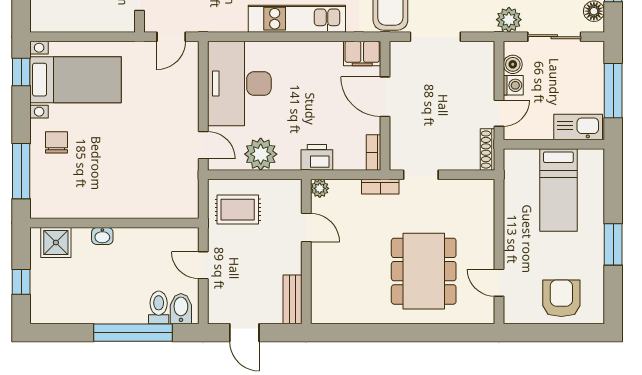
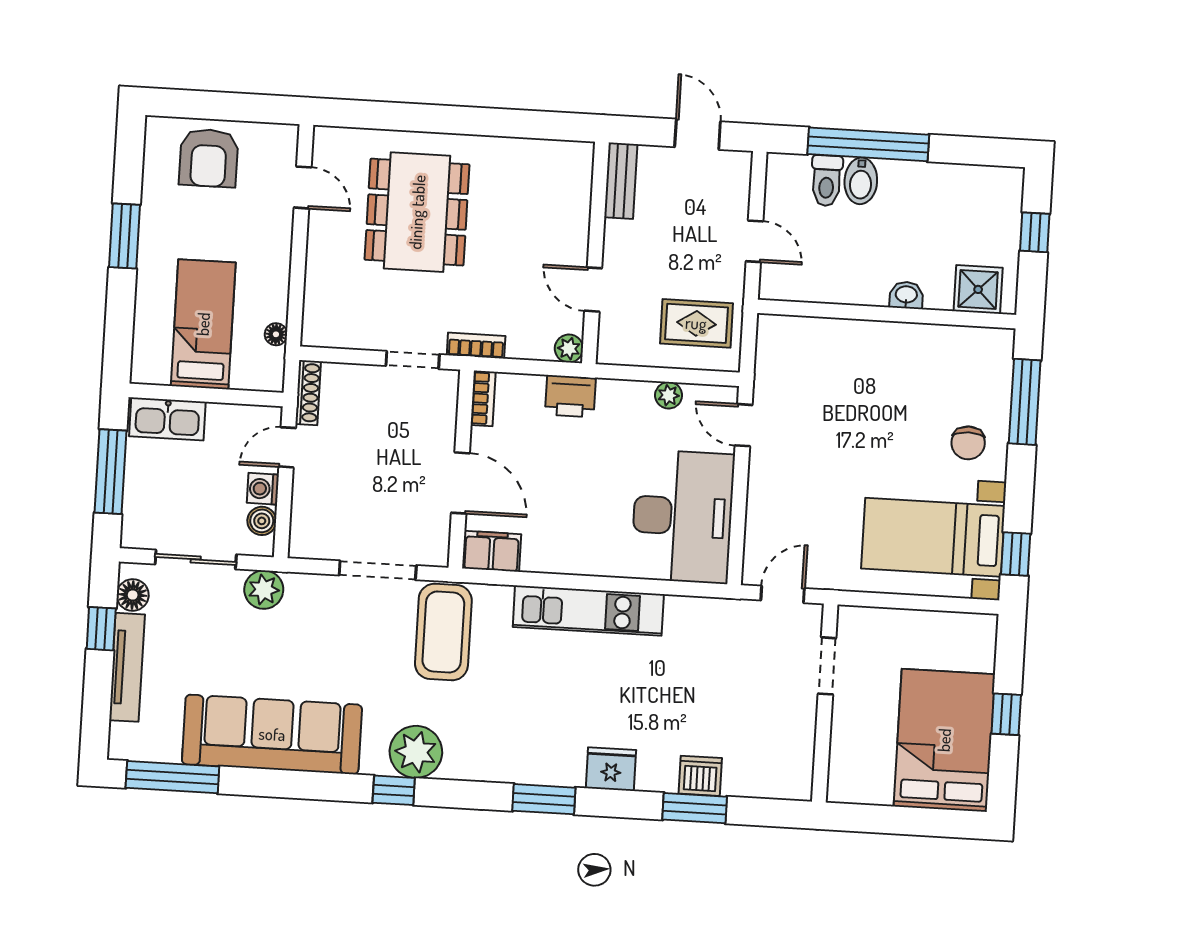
plant: (261, 154) -> (669, 395), width x0.53, depth x0.53
floor lamp: (511, 186) -> (276, 334), added
bidet: (181, 309) -> (861, 181), moved

